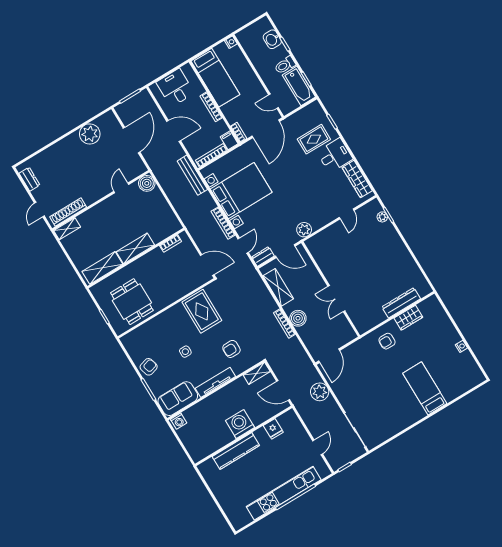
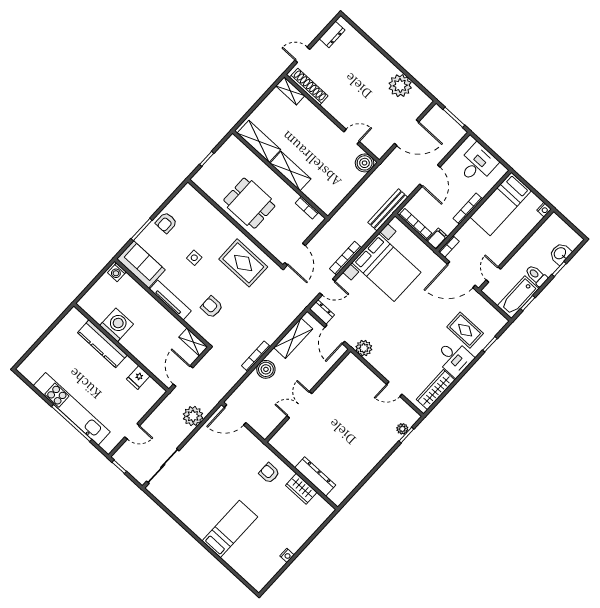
dining table: (132, 302) -> (249, 203), moved, turned 90
rug: (202, 311) -> (243, 263), turned 90
armchair: (149, 367) -> (166, 223), turned 106
washing machine: (240, 424) -> (117, 325), moved

